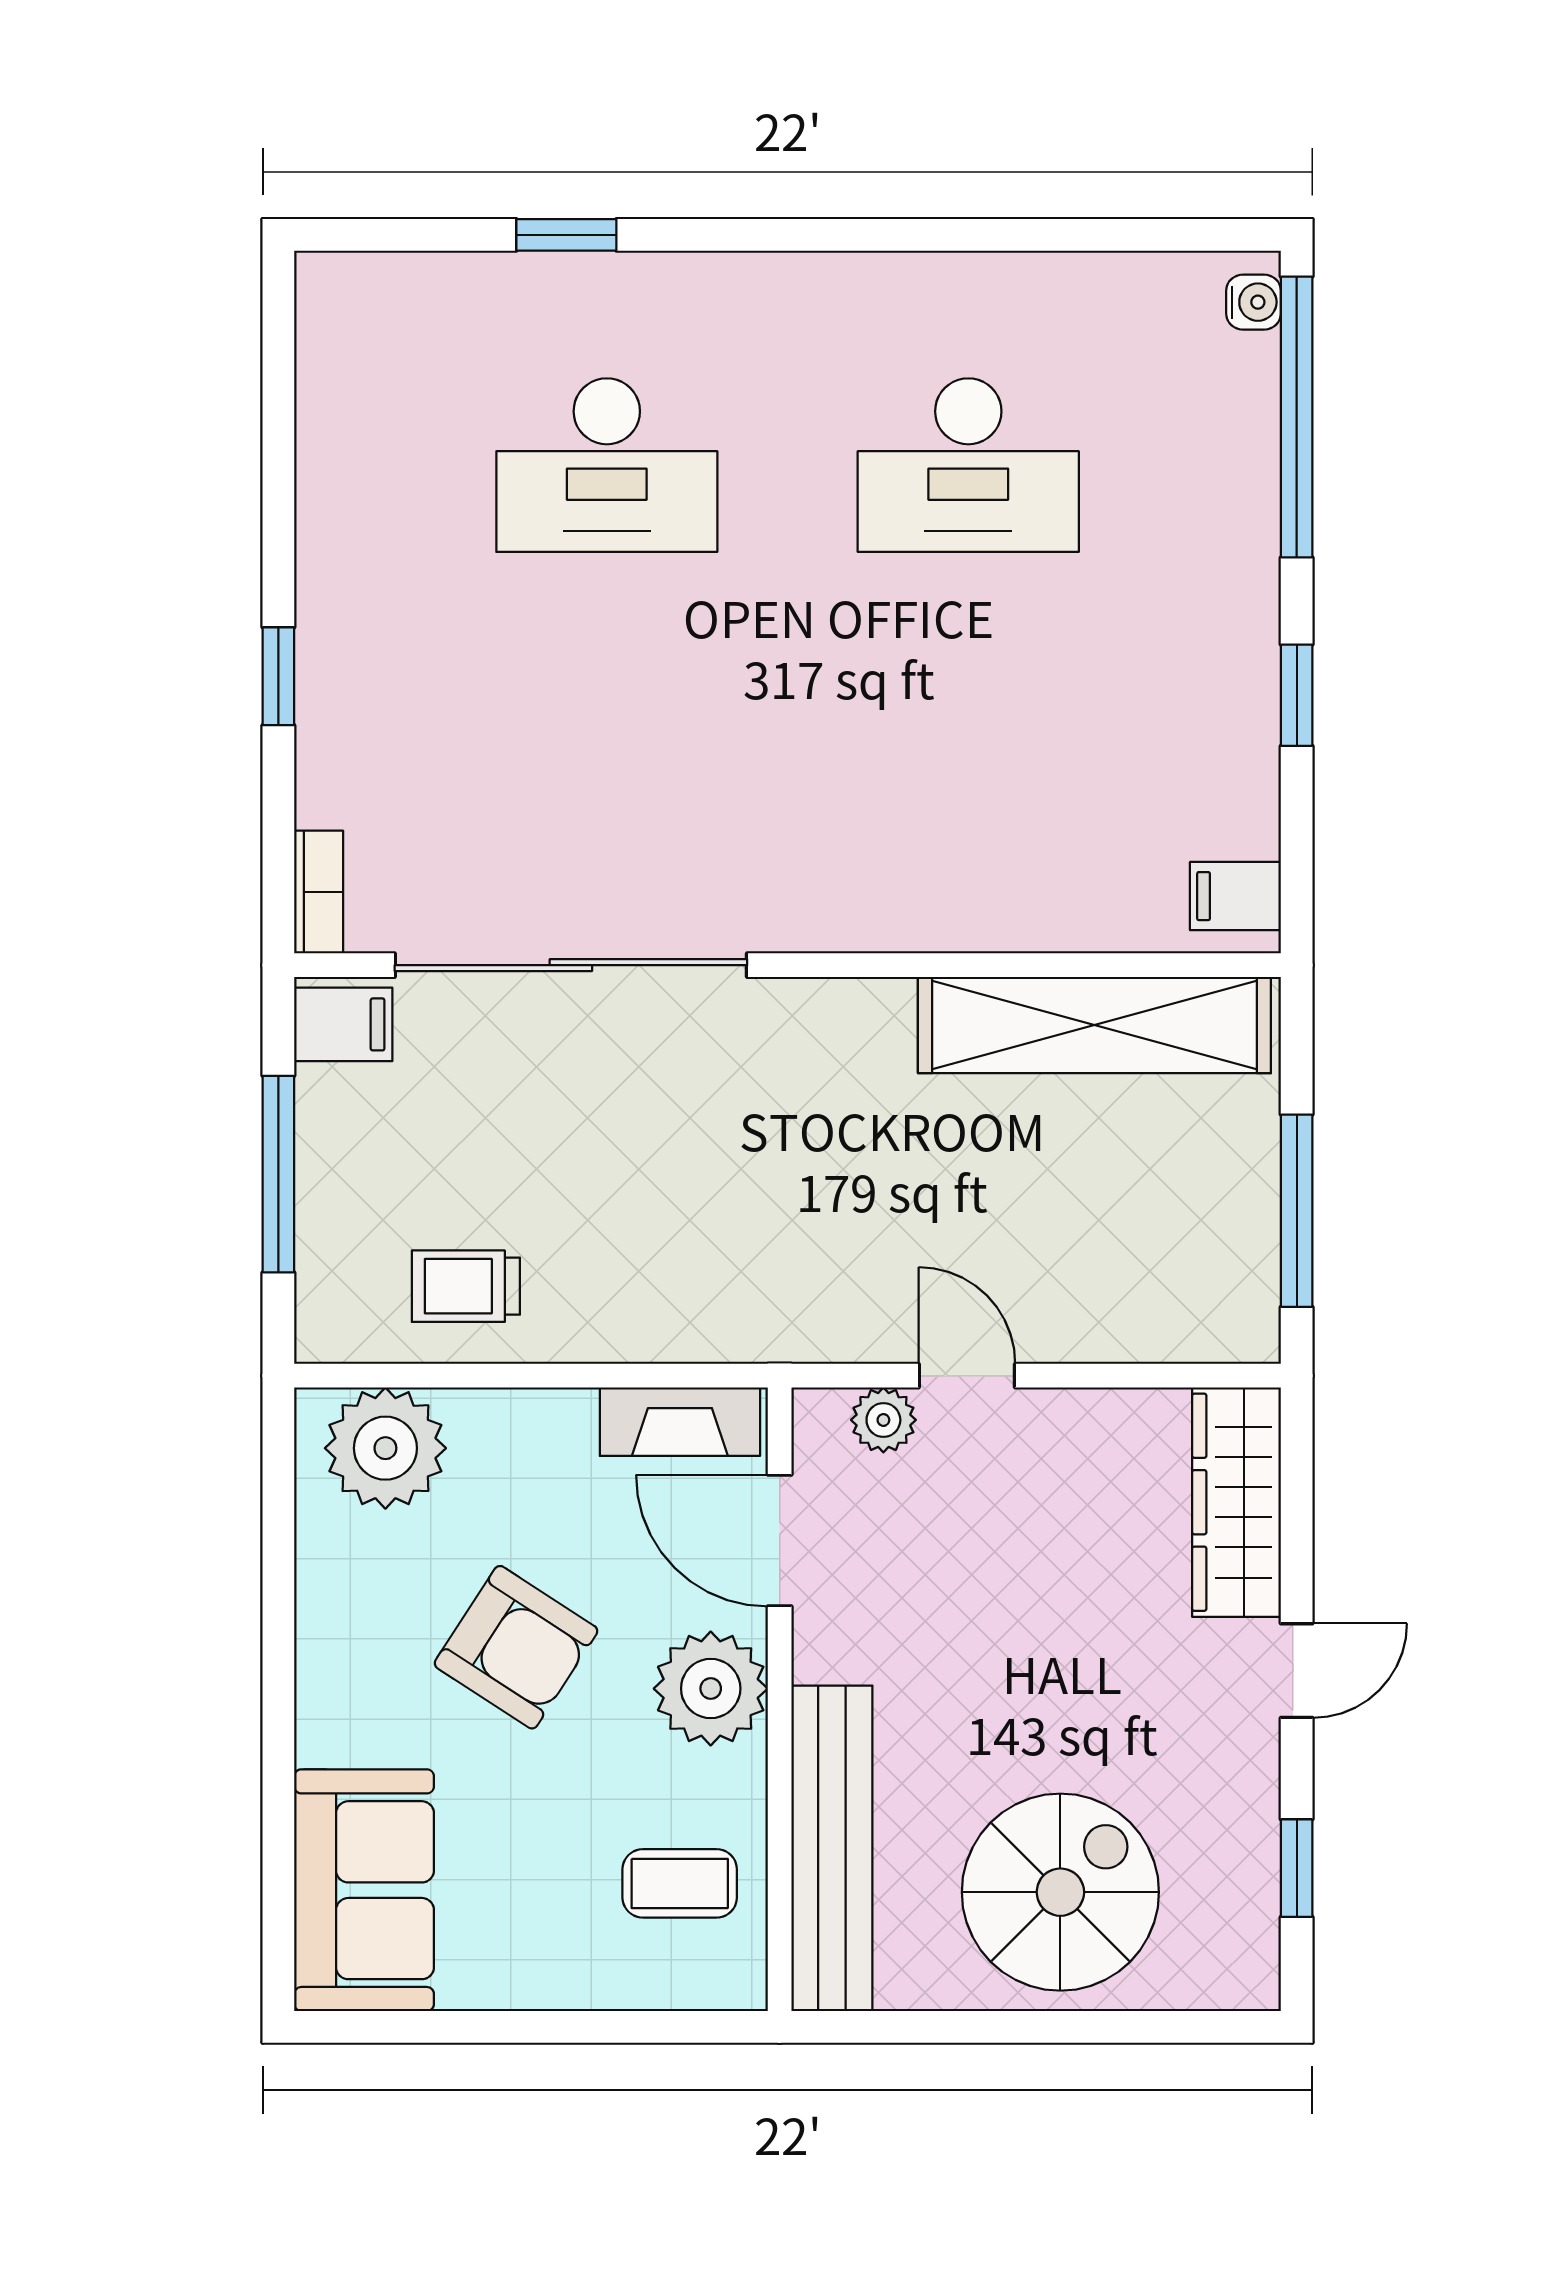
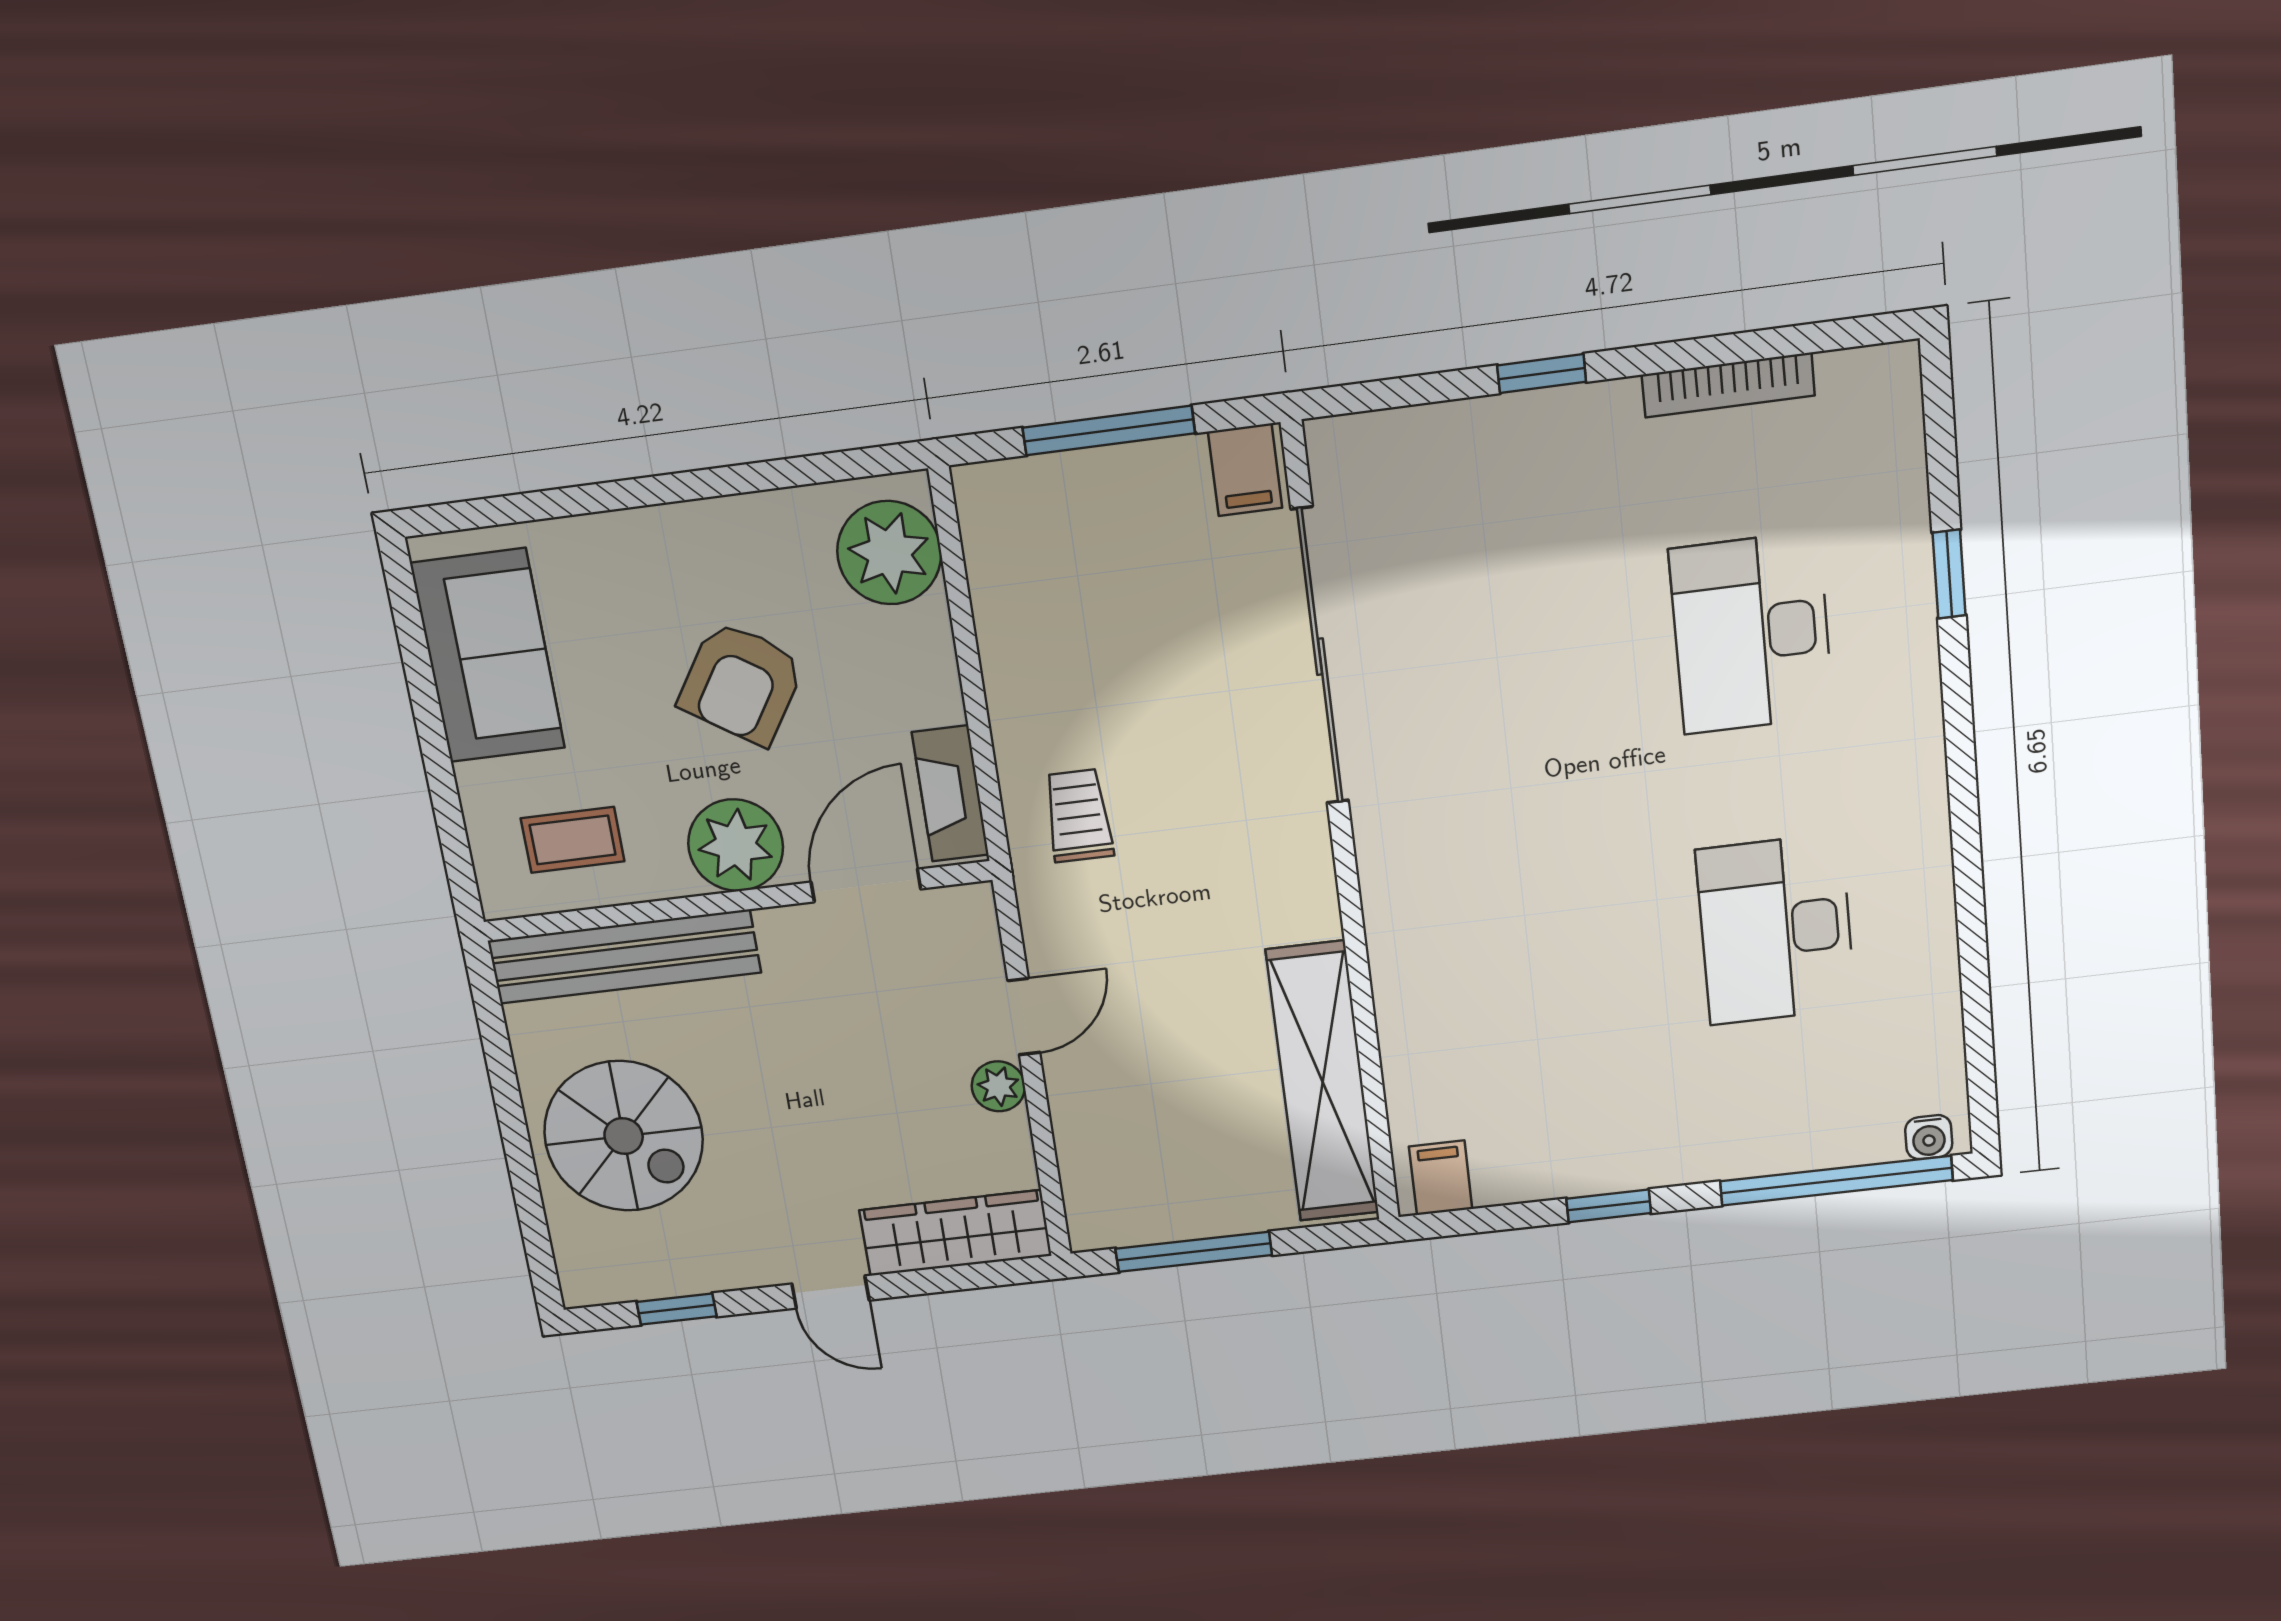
bookcase: (319, 892) -> (1728, 385), moved, width x1.56
trolley: (466, 1286) -> (1078, 816), moved
plant: (883, 1420) -> (998, 1086), moved
coffee table: (680, 1883) -> (573, 840), turned 90
sofa: (364, 1890) -> (488, 656), moved, turned -90

